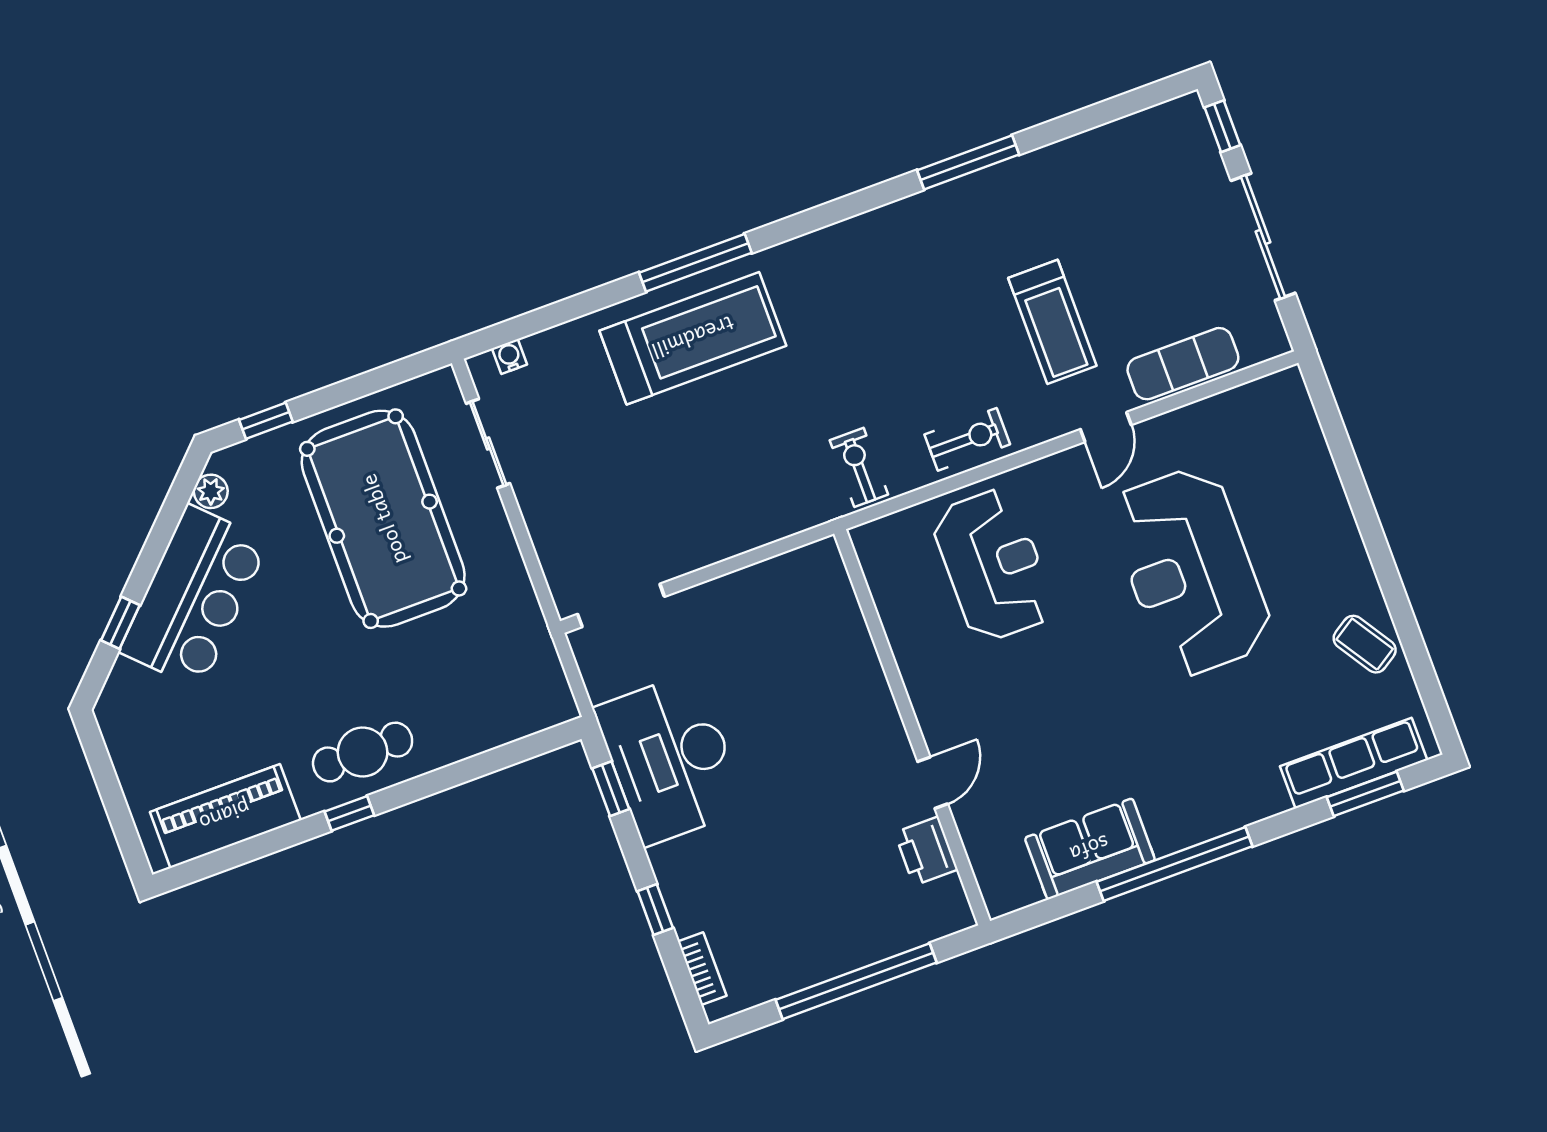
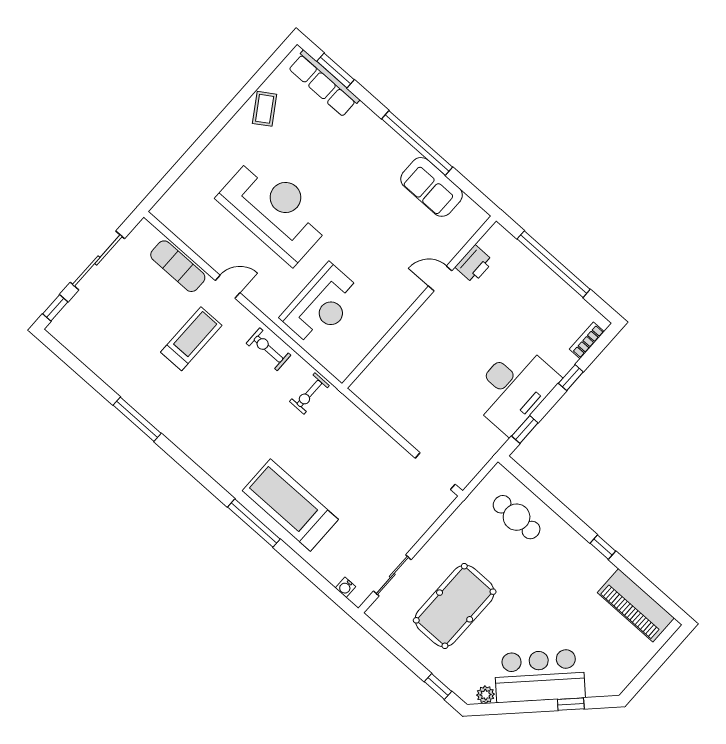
pool table: (383, 519) -> (455, 606), width x0.73, depth x0.76
reception desk: (993, 565) -> (322, 305), turned 180
reception desk: (1190, 572) -> (275, 210), turned -90
cafe table: (363, 752) -> (517, 517), moved
desk: (670, 759) -> (514, 388), moved

